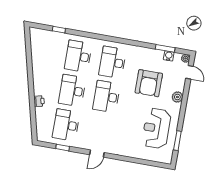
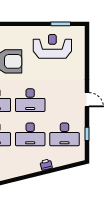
plant: (177, 97) -> (18, 31), removed
reception desk: (156, 128) -> (52, 46), turned 180

